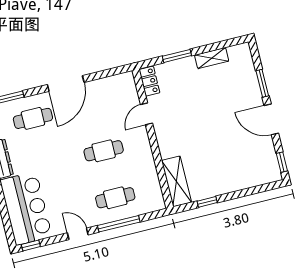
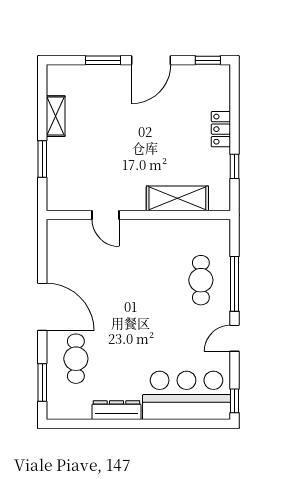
locker: (149, 81) -> (221, 129), moved, turned -90
cafe table: (104, 151) -> (138, 280), removed
shelving: (176, 181) -> (177, 198), moved

